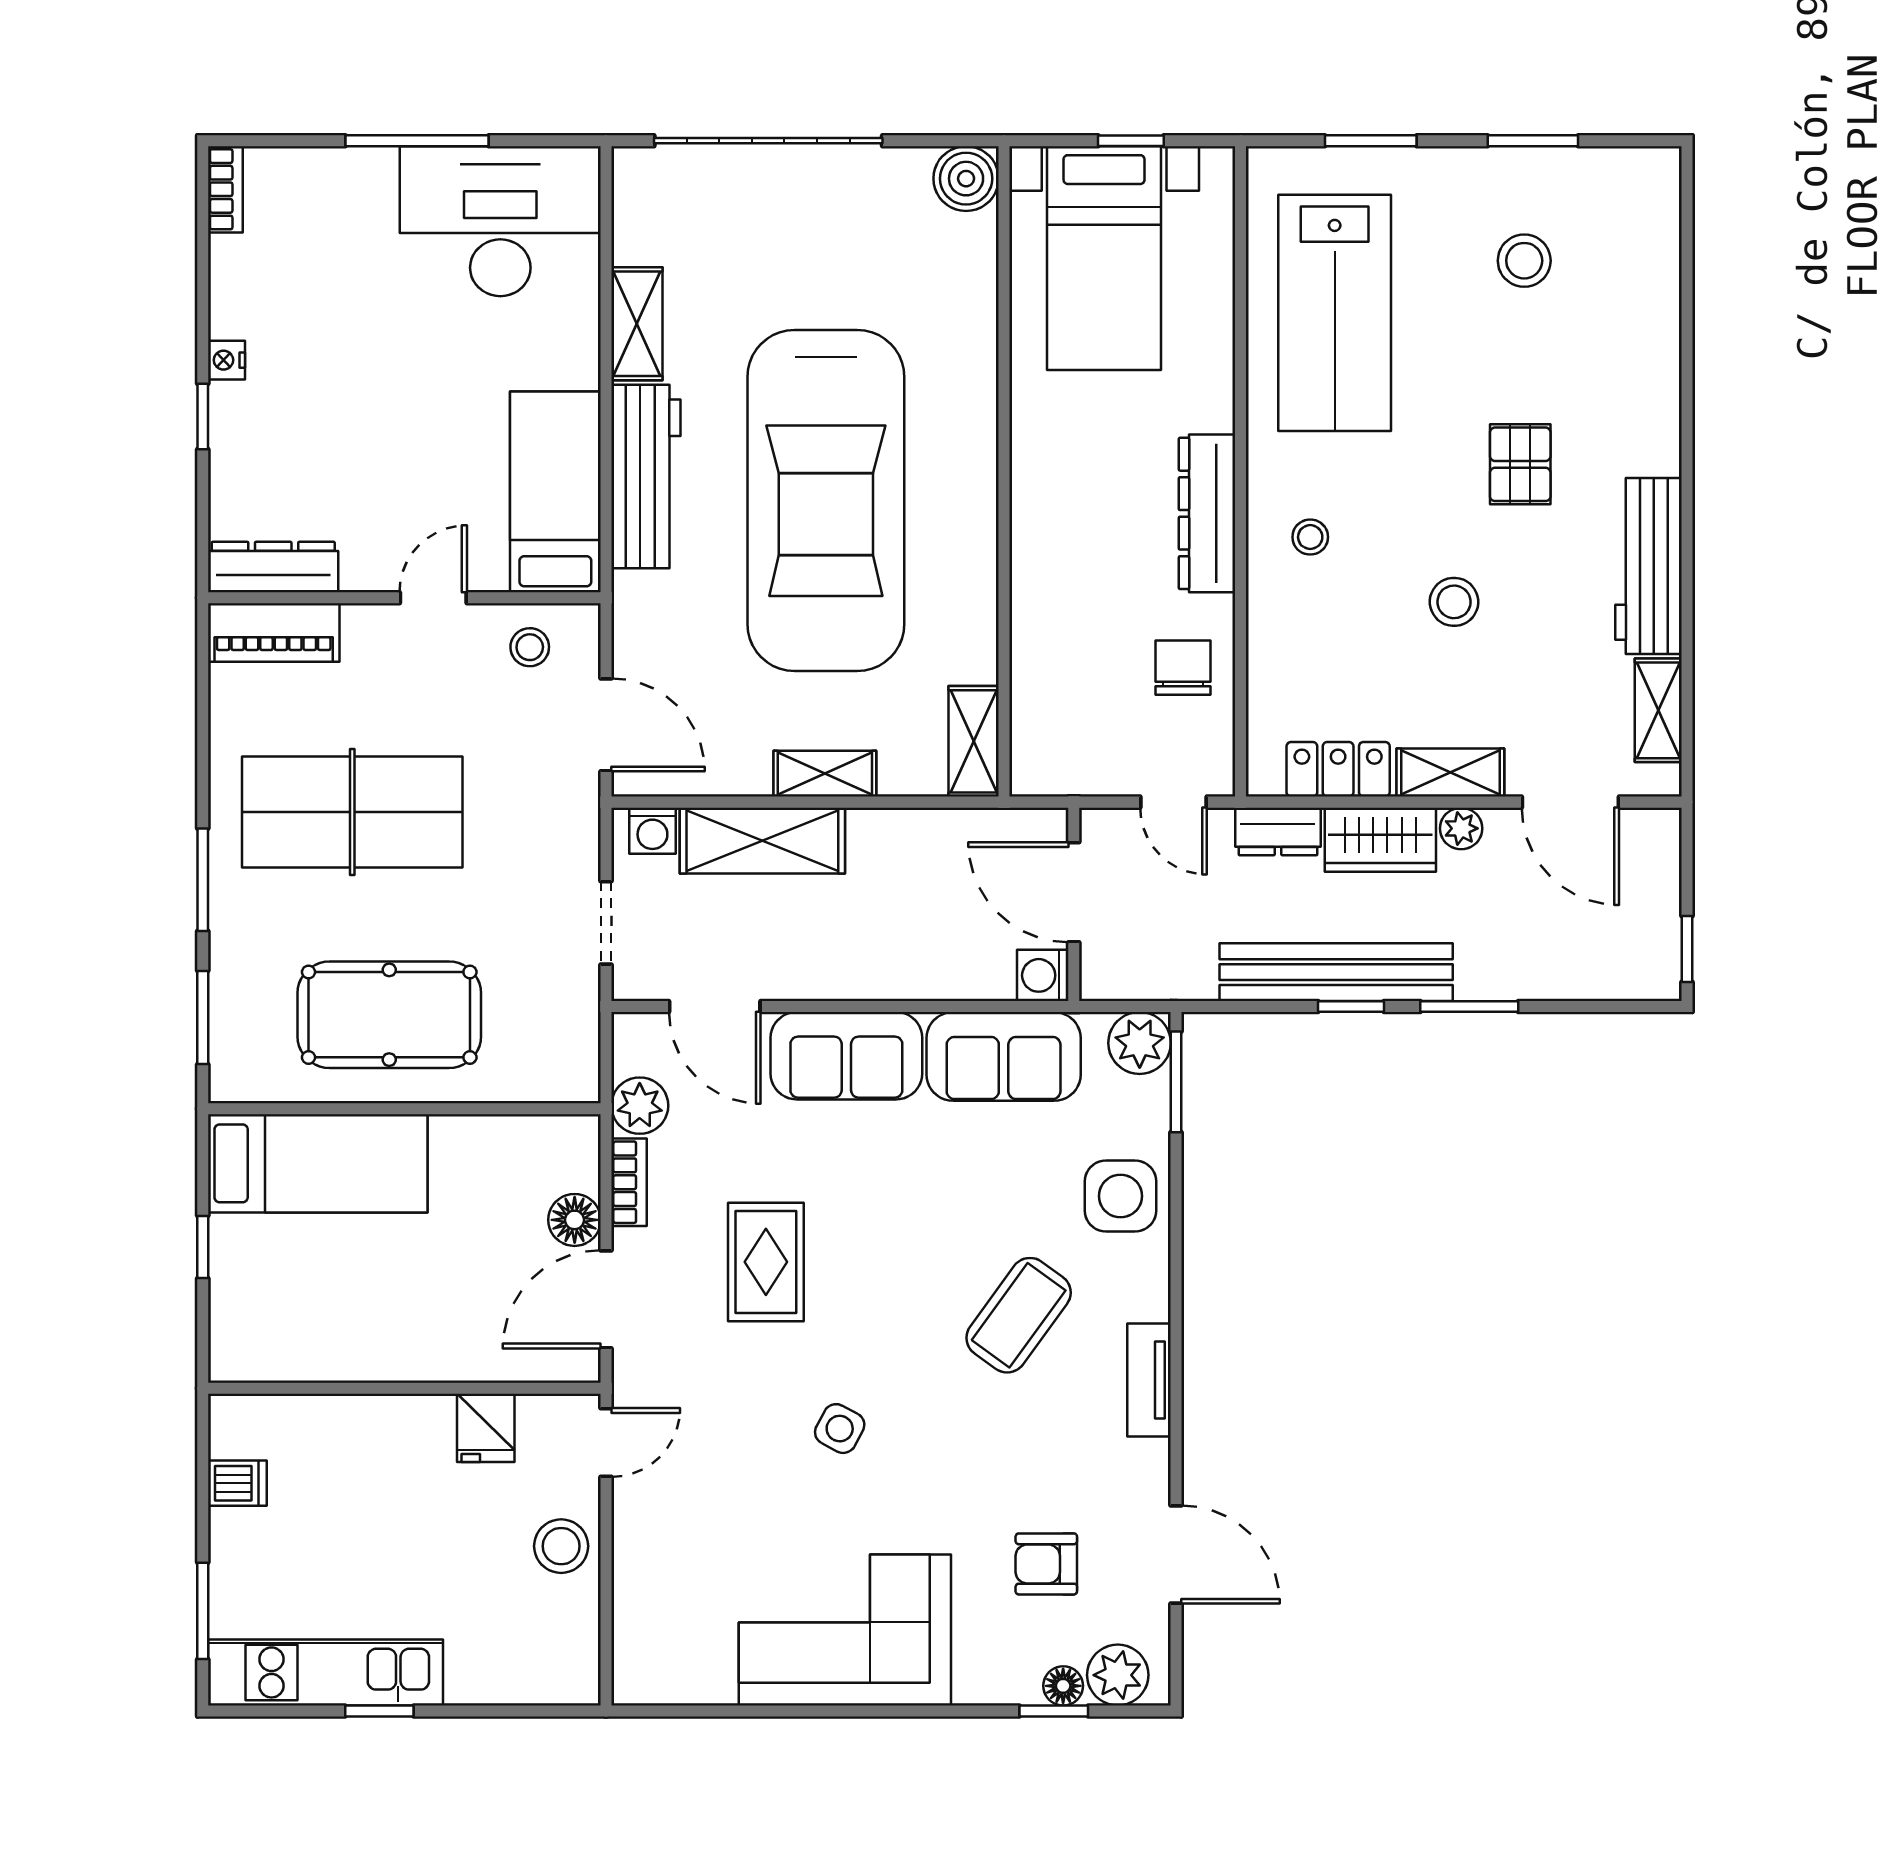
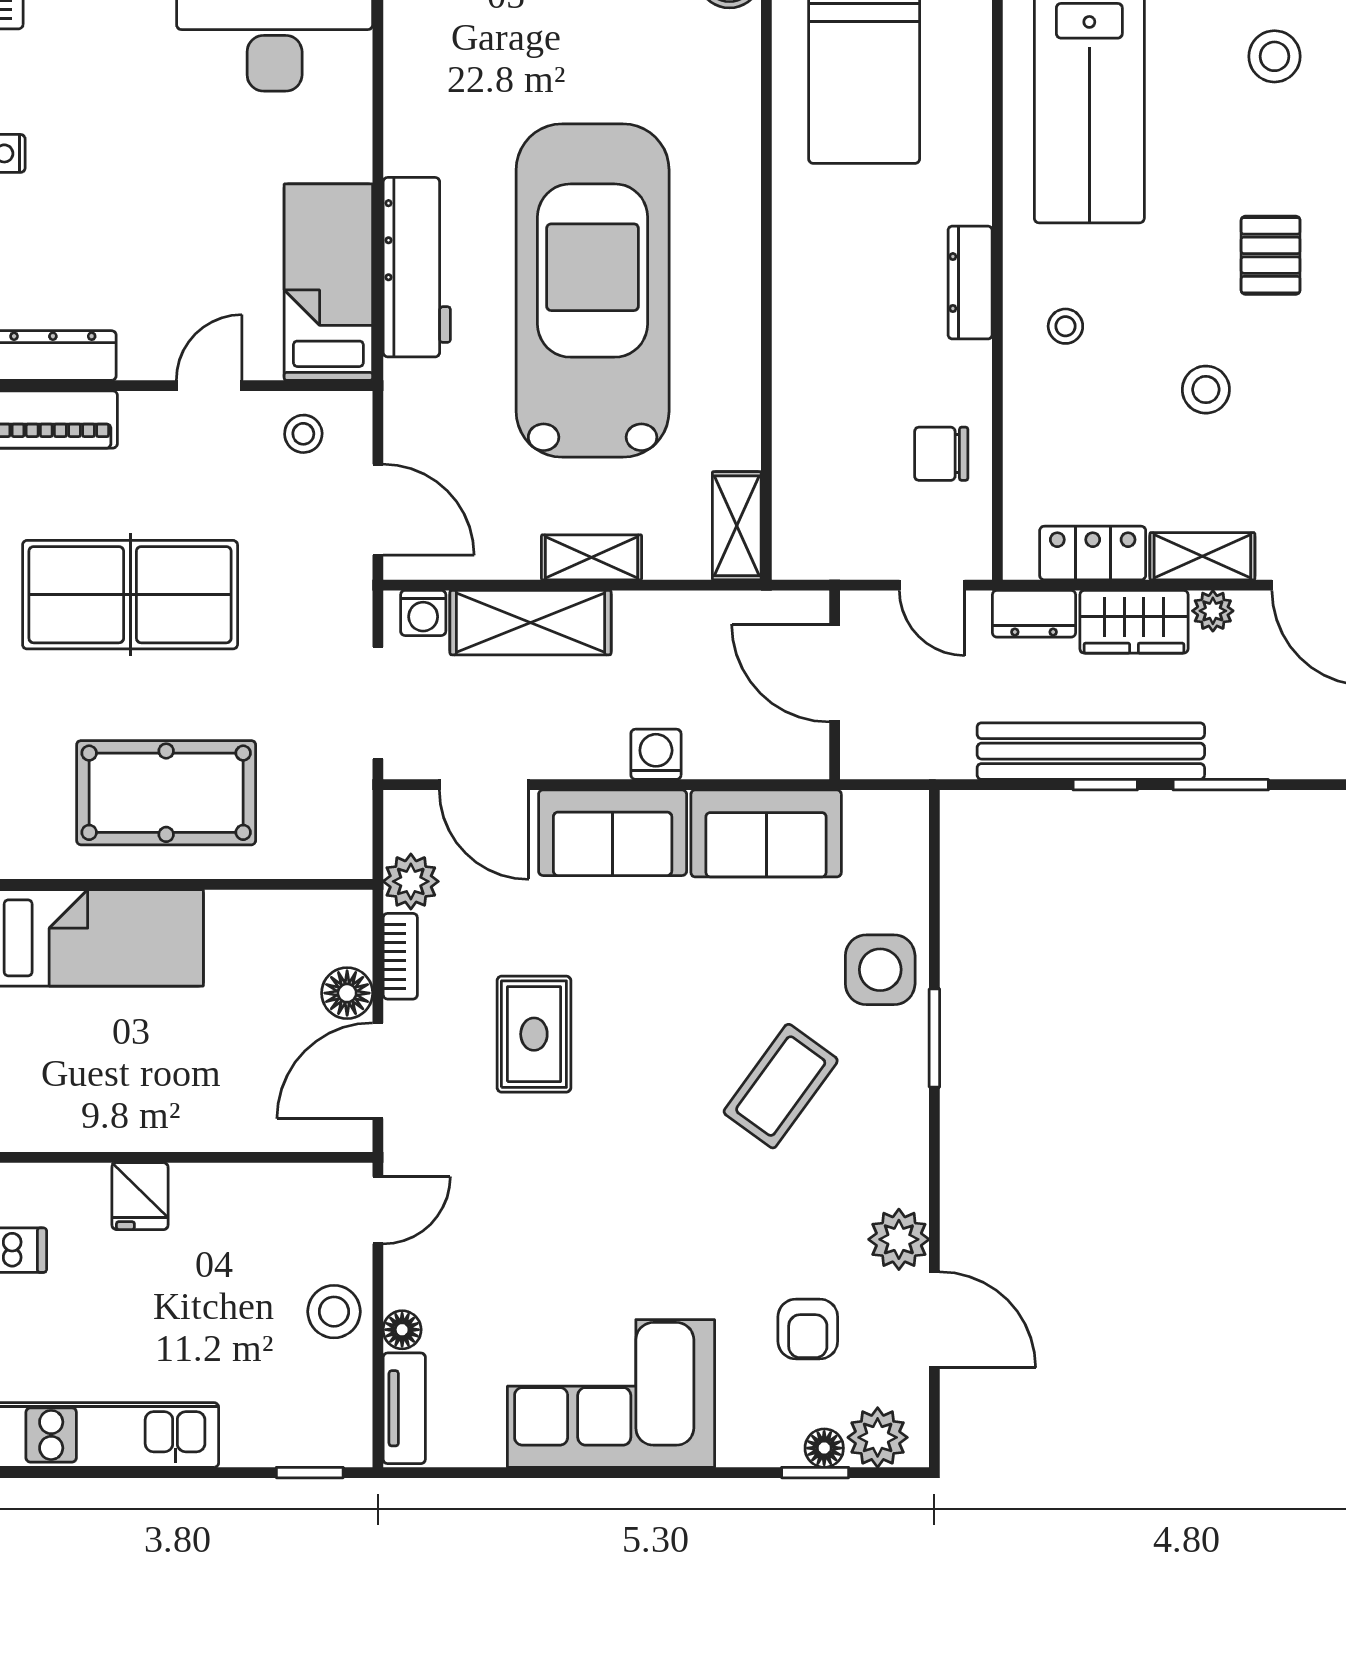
shelving: (637, 324) -> (408, 118), removed
car: (826, 500) -> (593, 291), turned 180
dresser: (1207, 513) -> (970, 283), width x0.73, depth x0.80
chair: (1183, 668) -> (941, 454), turned -90
doorway: (606, 923) -> (378, 703), width x1.38
washing machine: (1043, 975) -> (656, 754), moved, turned 90
plant: (1140, 1043) -> (899, 1239), moved
window: (1176, 1082) -> (934, 1038), moved
tv unit: (1149, 1380) -> (404, 1408), moved, turned 180
fridge: (486, 1428) -> (140, 1196), moved
side table: (840, 1429) -> (606, 1197), removed
armchair: (1046, 1564) -> (808, 1329), turned -90
floor lamp: (631, 1565) -> (402, 1330), added
window: (379, 1711) -> (310, 1473), moved

